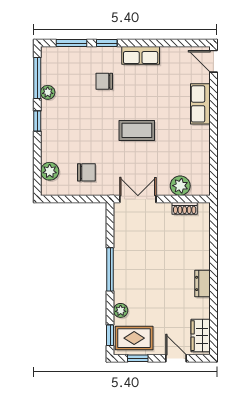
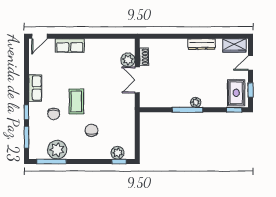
plant: (48, 92) -> (57, 150), width x1.87, depth x1.87
window: (37, 121) -> (119, 162), moved
coffee table: (137, 130) -> (76, 101), moved
chair: (86, 172) -> (91, 130), moved
double door: (138, 199) -> (137, 80), moved
dresser: (203, 283) -> (202, 44), width x1.44
plant: (121, 310) -> (196, 102), moved

